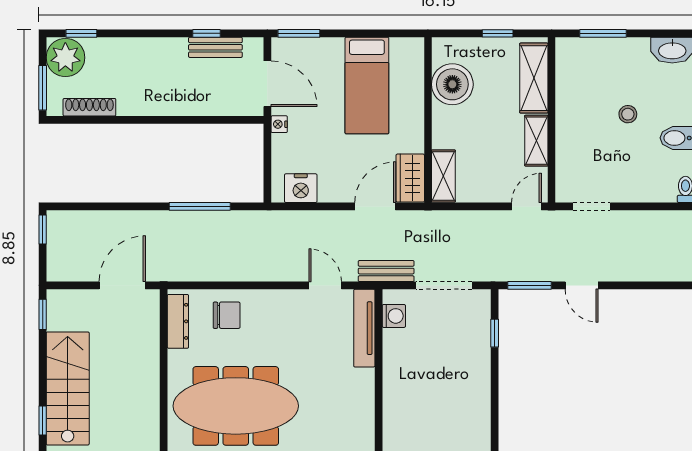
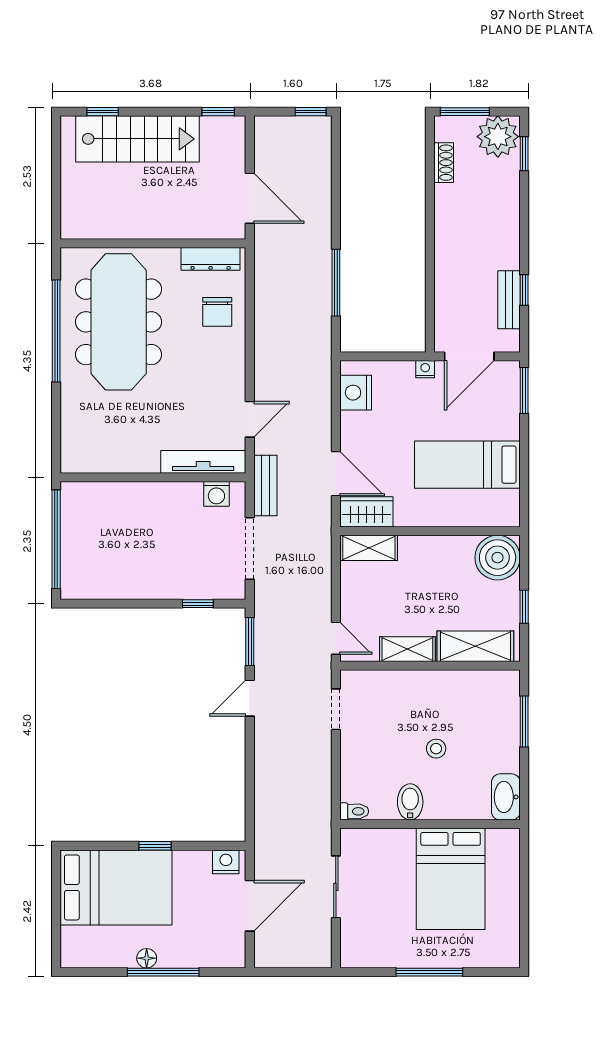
boiler: (452, 84) -> (498, 558), moved
shoe rack: (89, 107) -> (444, 163), width x0.70

